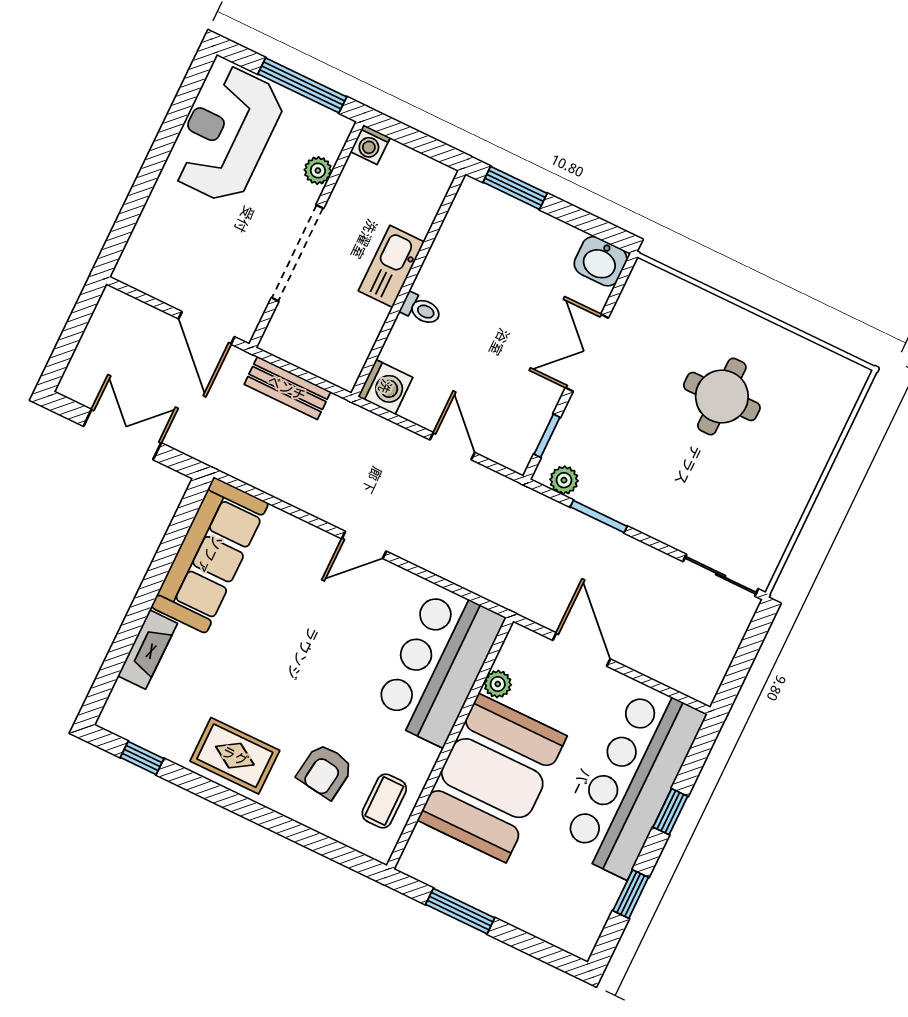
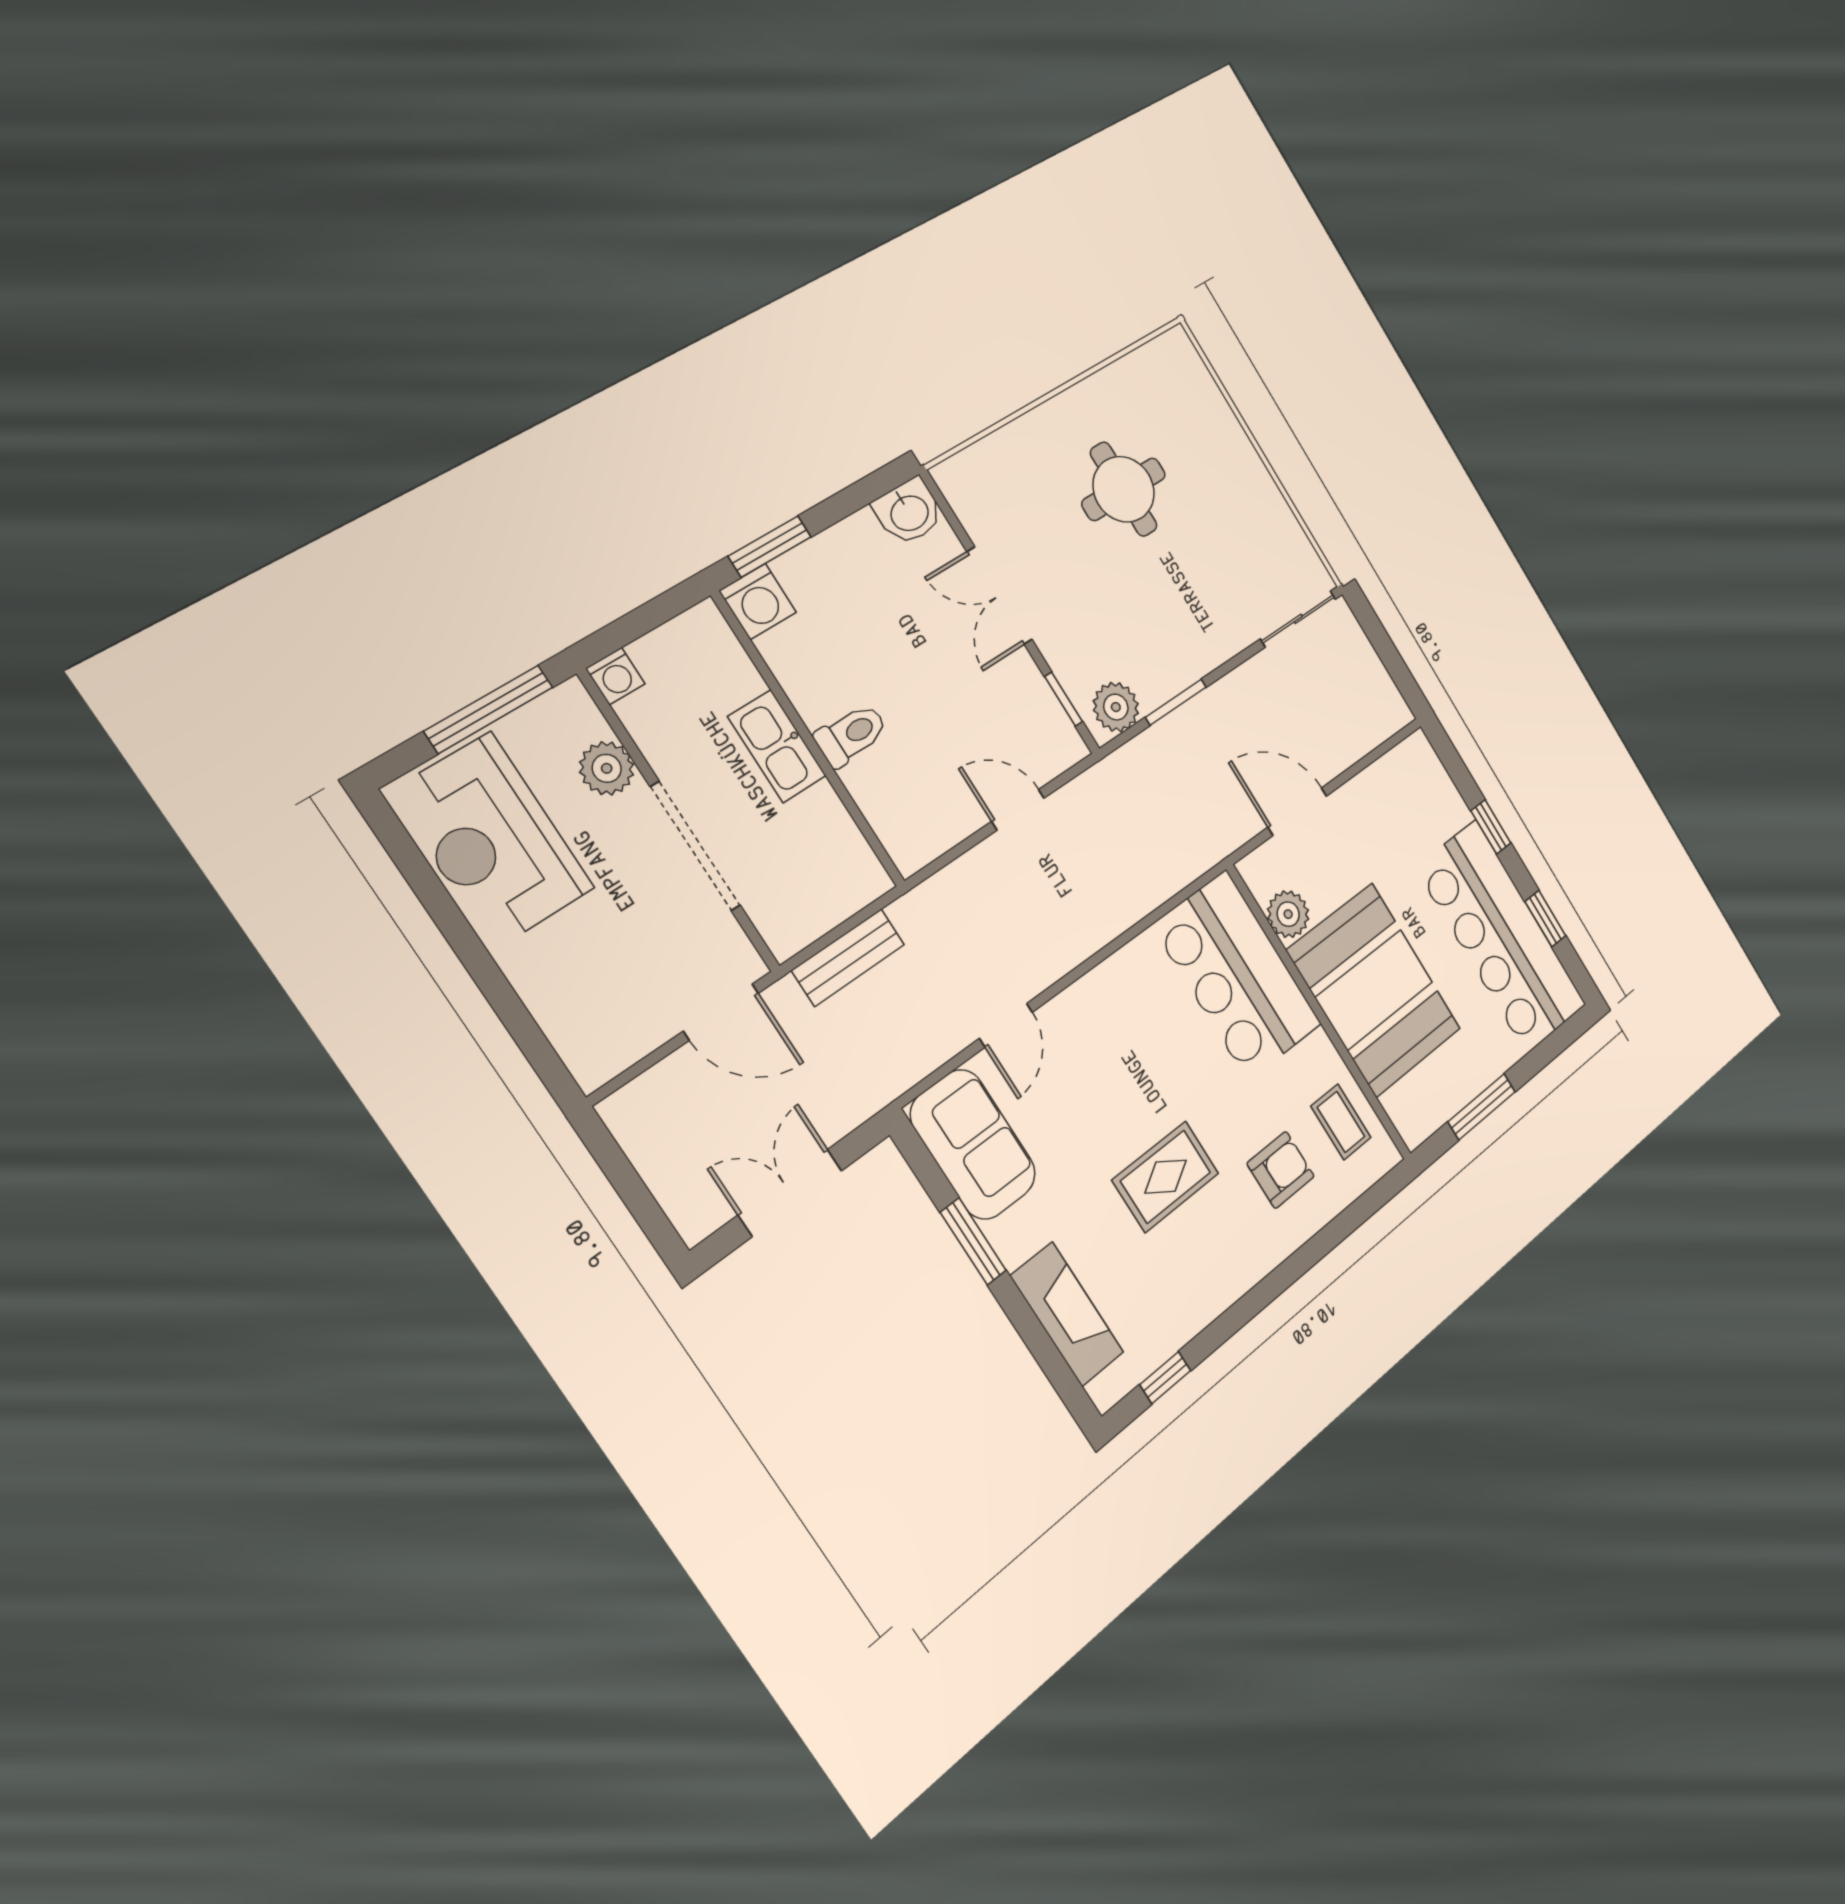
plant: (318, 171) -> (607, 768), width x1.38, depth x1.38
toilet: (421, 309) -> (851, 735), width x1.37, depth x1.39
washing machine: (385, 387) -> (758, 602), moved, turned 90
plant: (564, 480) -> (1116, 707), width x1.38, depth x1.38
door: (364, 545) -> (1006, 1025), moved
sofa: (210, 555) -> (973, 1144), width x0.73
window: (157, 572) -> (973, 1241), added
fireplace: (148, 650) -> (1067, 1314), width x1.37, depth x1.32
plant: (498, 684) -> (1288, 914), width x1.38, depth x1.38
rug: (235, 756) -> (1166, 1177), moved
armchair: (325, 771) -> (1281, 1170), turned -98
bar counter: (633, 781) -> (1501, 937), moved

